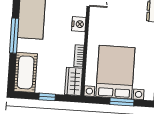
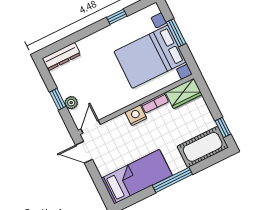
nightstand: (79, 24) -> (136, 115), moved
window: (47, 97) -> (223, 127), moved

